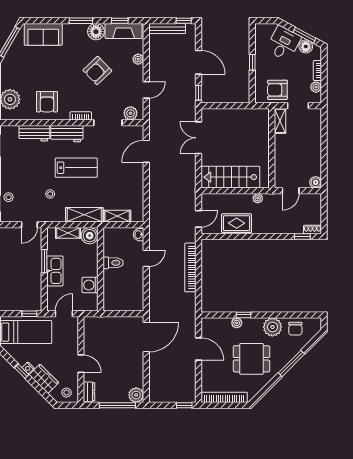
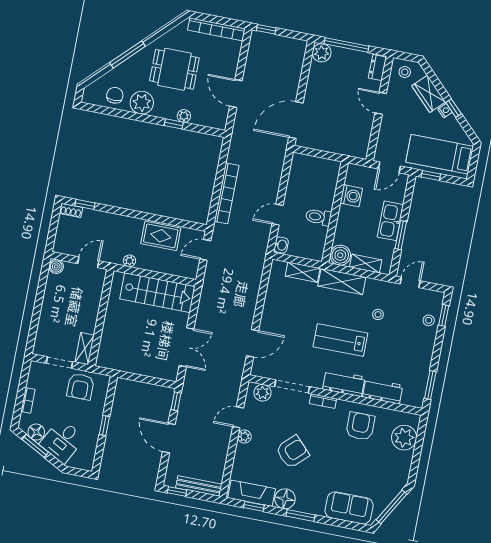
plant: (138, 59) -> (244, 437), moved
plant: (316, 87) -> (34, 381), removed
armchair: (277, 90) -> (80, 387), turned 90

